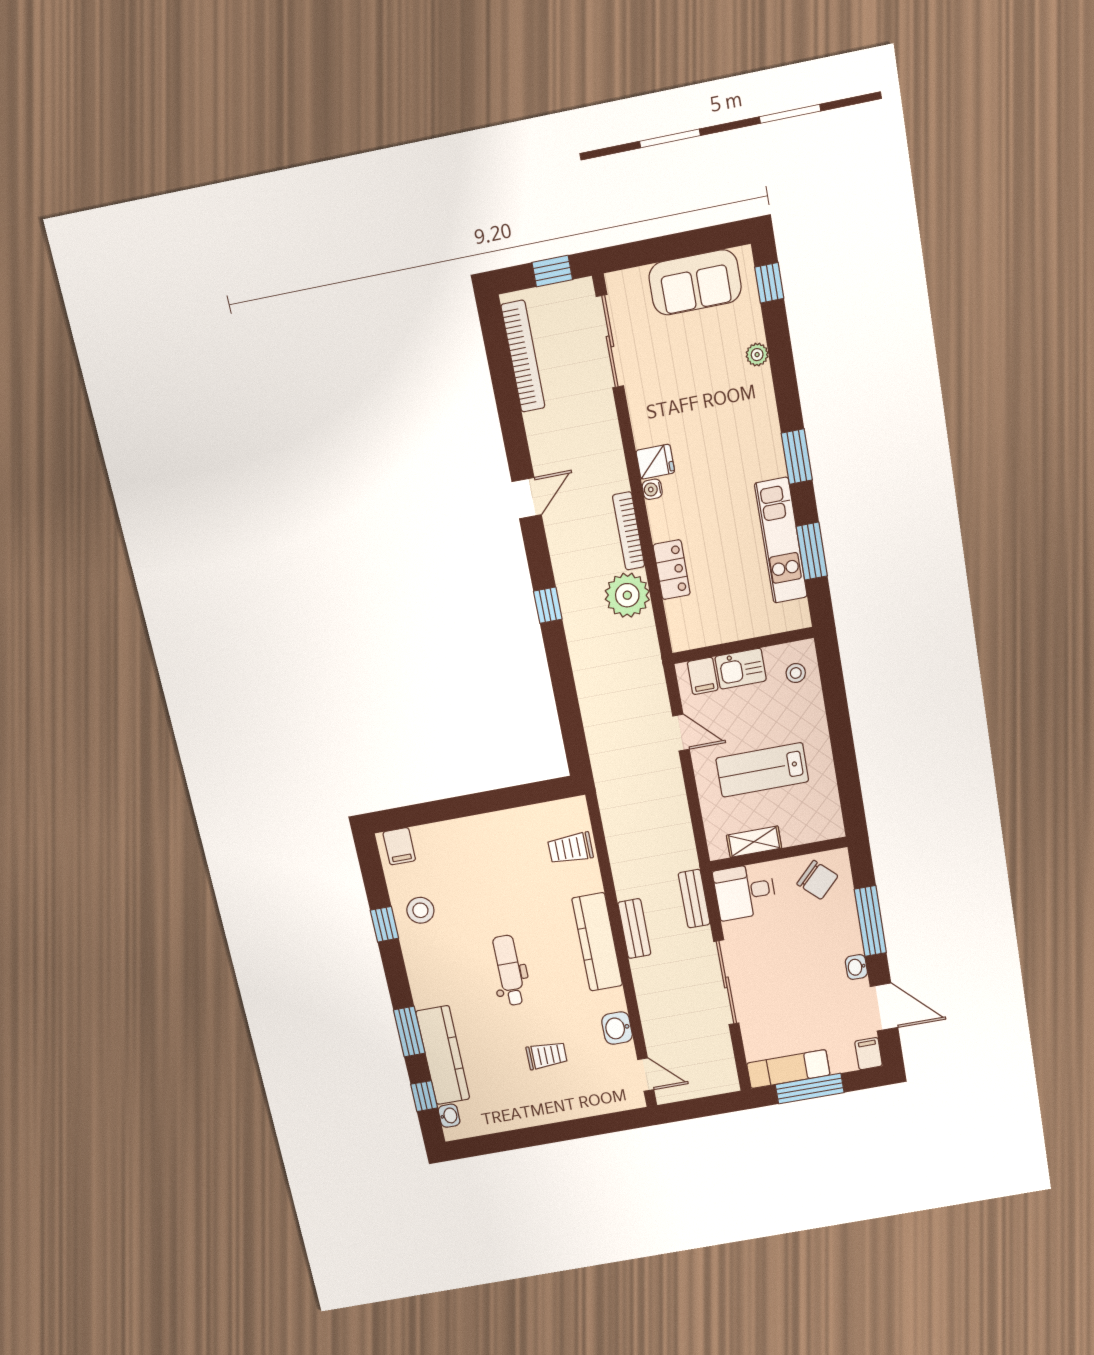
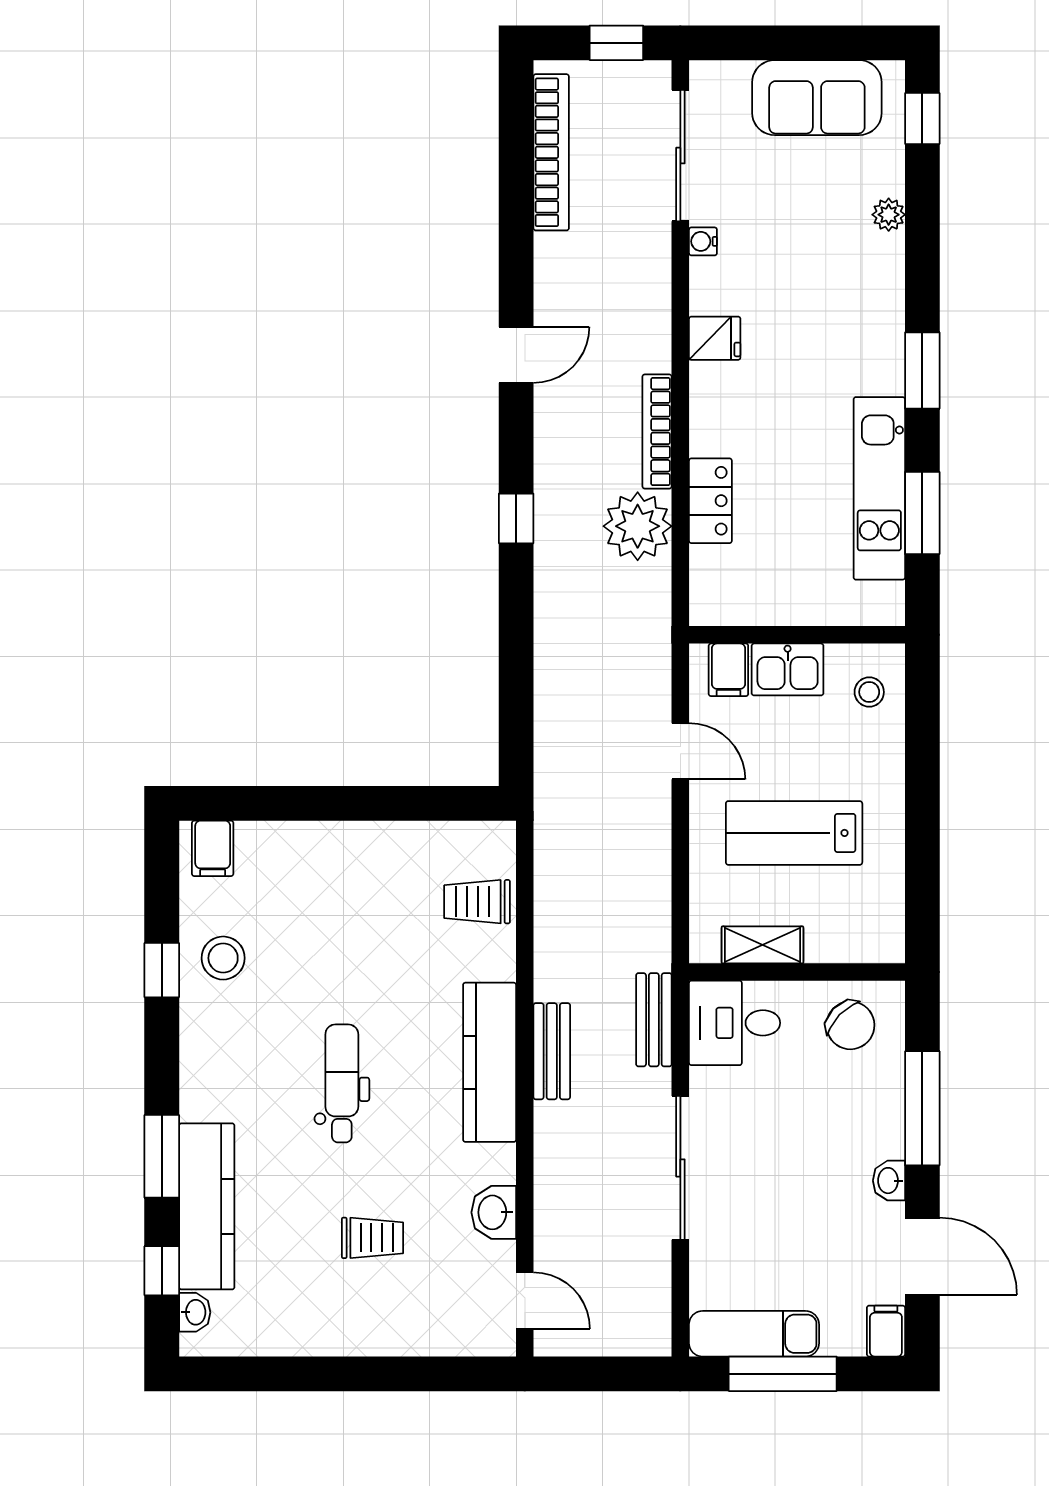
water cooler: (652, 489) -> (703, 241), moved

